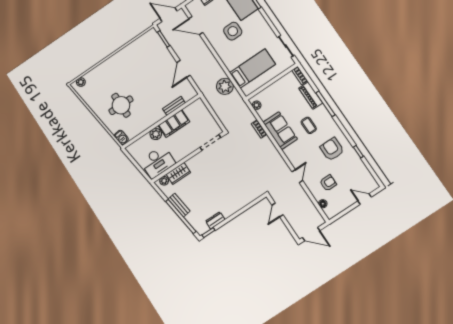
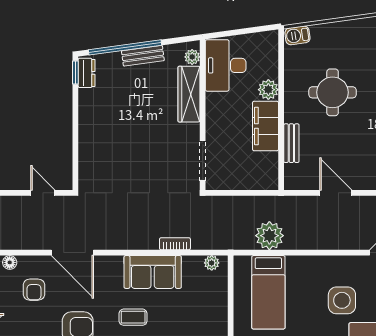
round table: (121, 105) -> (333, 92), moved
wardrobe: (178, 173) -> (189, 94), width x1.50
door: (297, 176) -> (72, 253), width x1.88
dresser: (215, 220) -> (87, 73), moved

